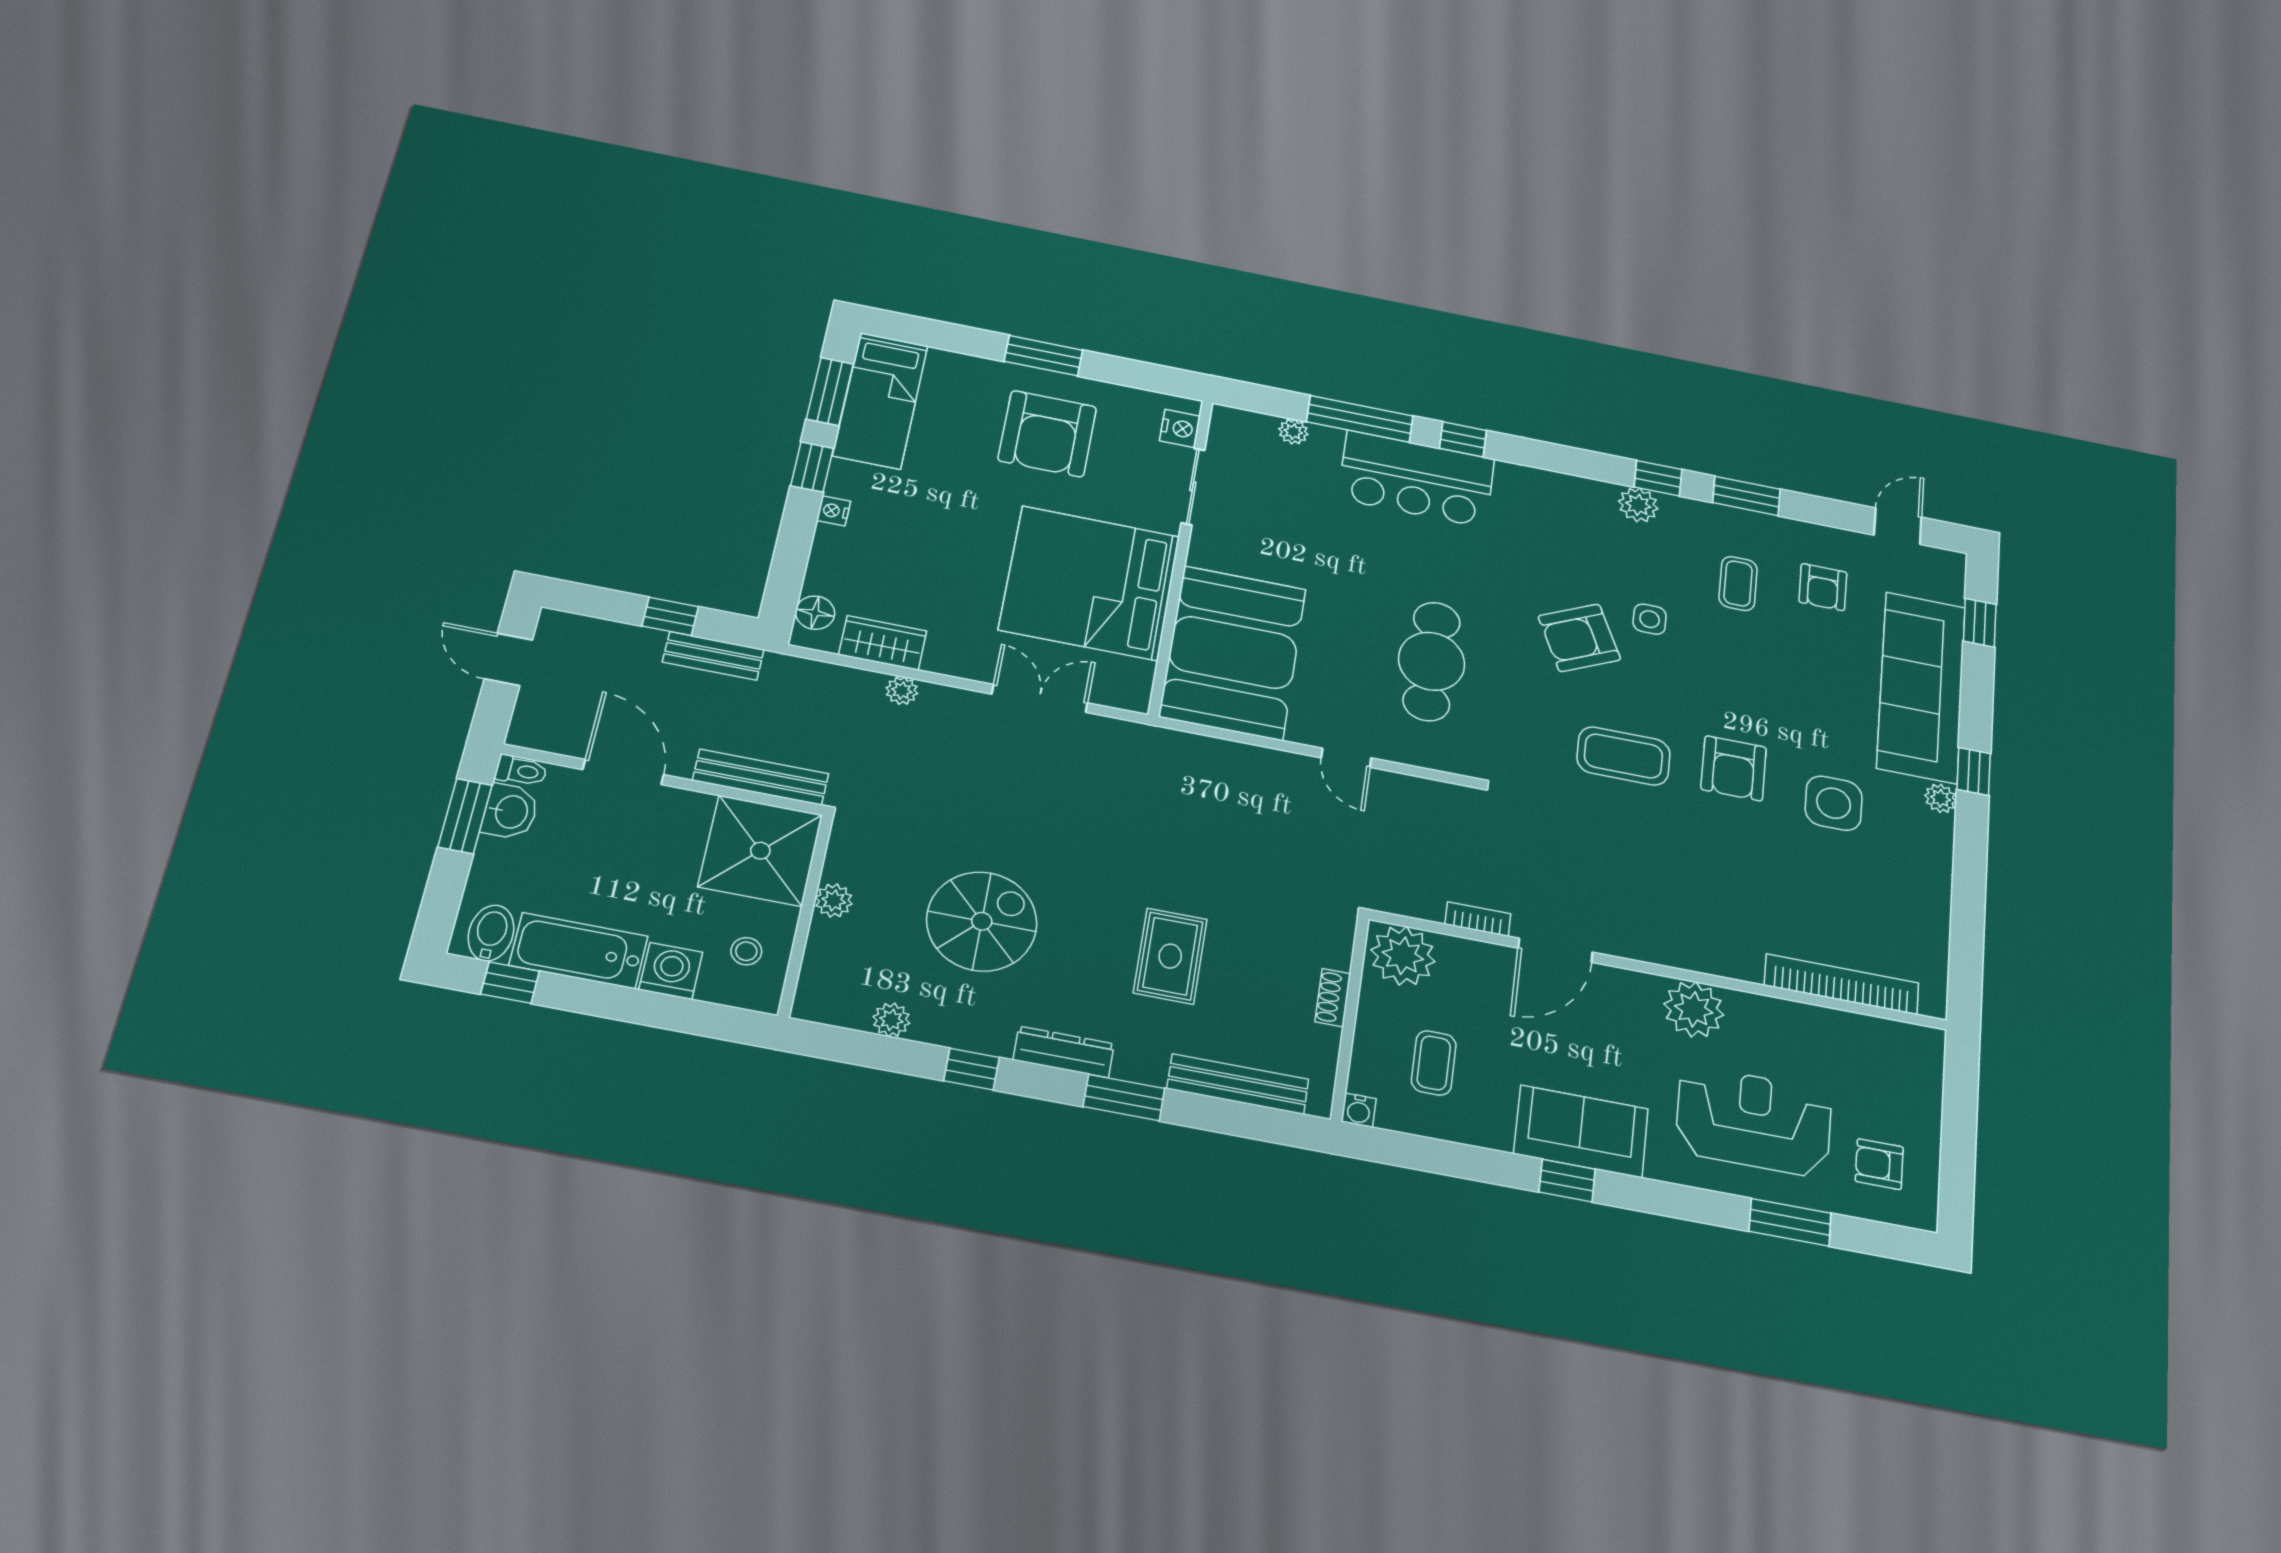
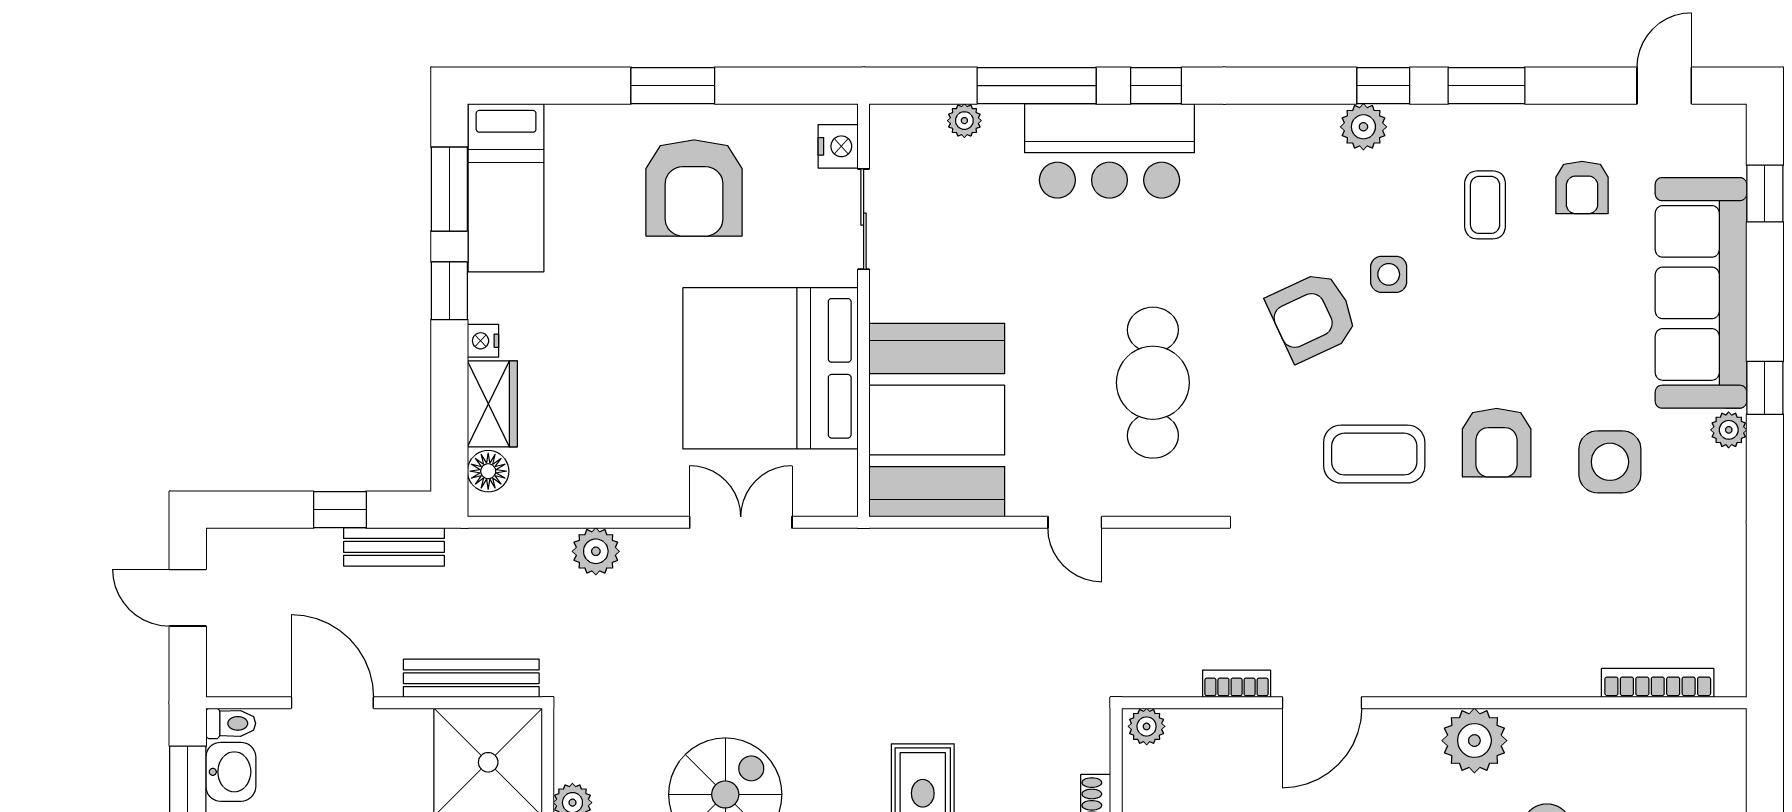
wardrobe: (883, 643) -> (492, 404), moved, turned 90
plant: (902, 691) -> (596, 551), width x1.38, depth x1.38
plant: (1403, 956) -> (1147, 726), width x0.53, depth x0.53
bookcase: (1842, 984) -> (1658, 683), width x0.68, depth x0.76

